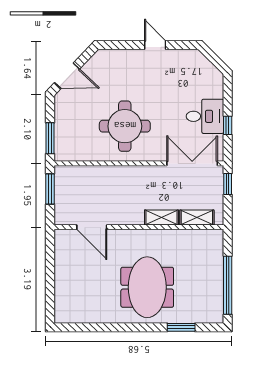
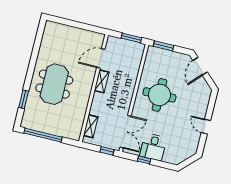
door: (155, 45) -> (206, 127), swing flipped
shelving: (162, 218) -> (102, 81), moved
meeting table: (147, 287) -> (54, 84), turned 90

